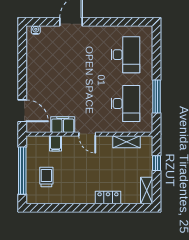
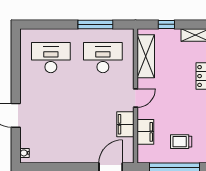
shelving: (127, 142) -> (146, 56), width x1.50, depth x1.33
filing cabinet: (56, 143) -> (145, 132), width x2.00

